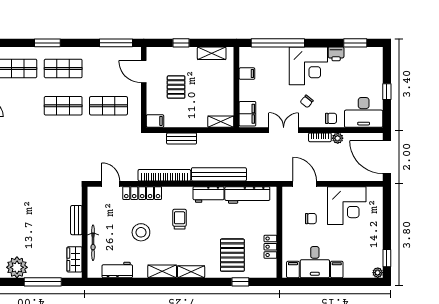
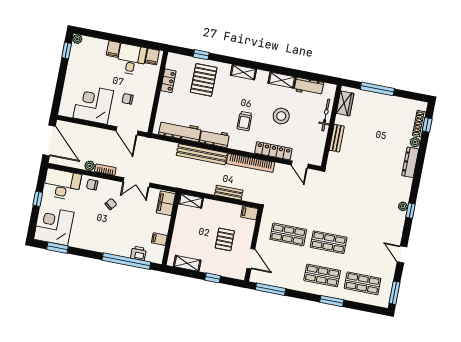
printer: (336, 54) -> (138, 253), moved
corner desk: (308, 66) -> (54, 226), moved
plant: (17, 267) -> (398, 106), removed
shelving: (162, 271) -> (282, 80), moved

